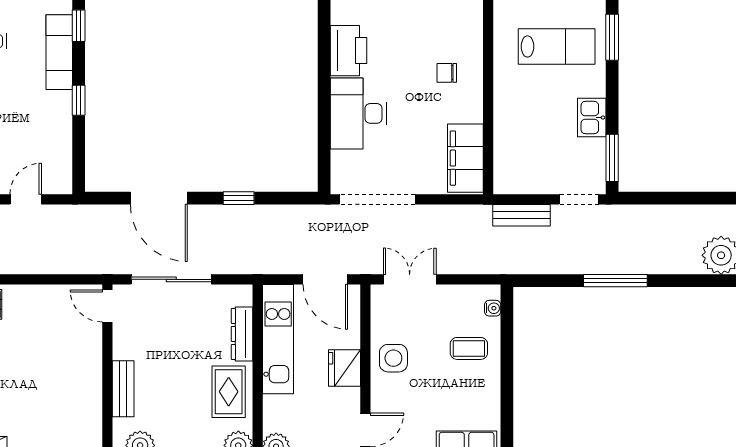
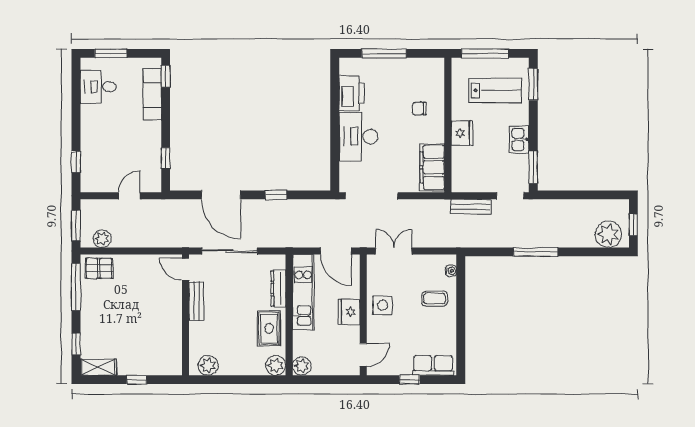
window: (79, 100) -> (166, 158), moved
fridge: (508, 108) -> (462, 133), added
bench: (123, 389) -> (196, 301), moved

